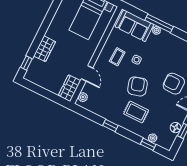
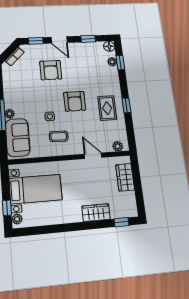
door: (87, 73) -> (93, 156), hinge flipped
armchair: (137, 86) -> (75, 101), turned -74
wardrobe: (69, 88) -> (125, 177), moved, turned 90
rug: (136, 112) -> (107, 108), moved
floor lamp: (176, 128) -> (109, 46), moved

